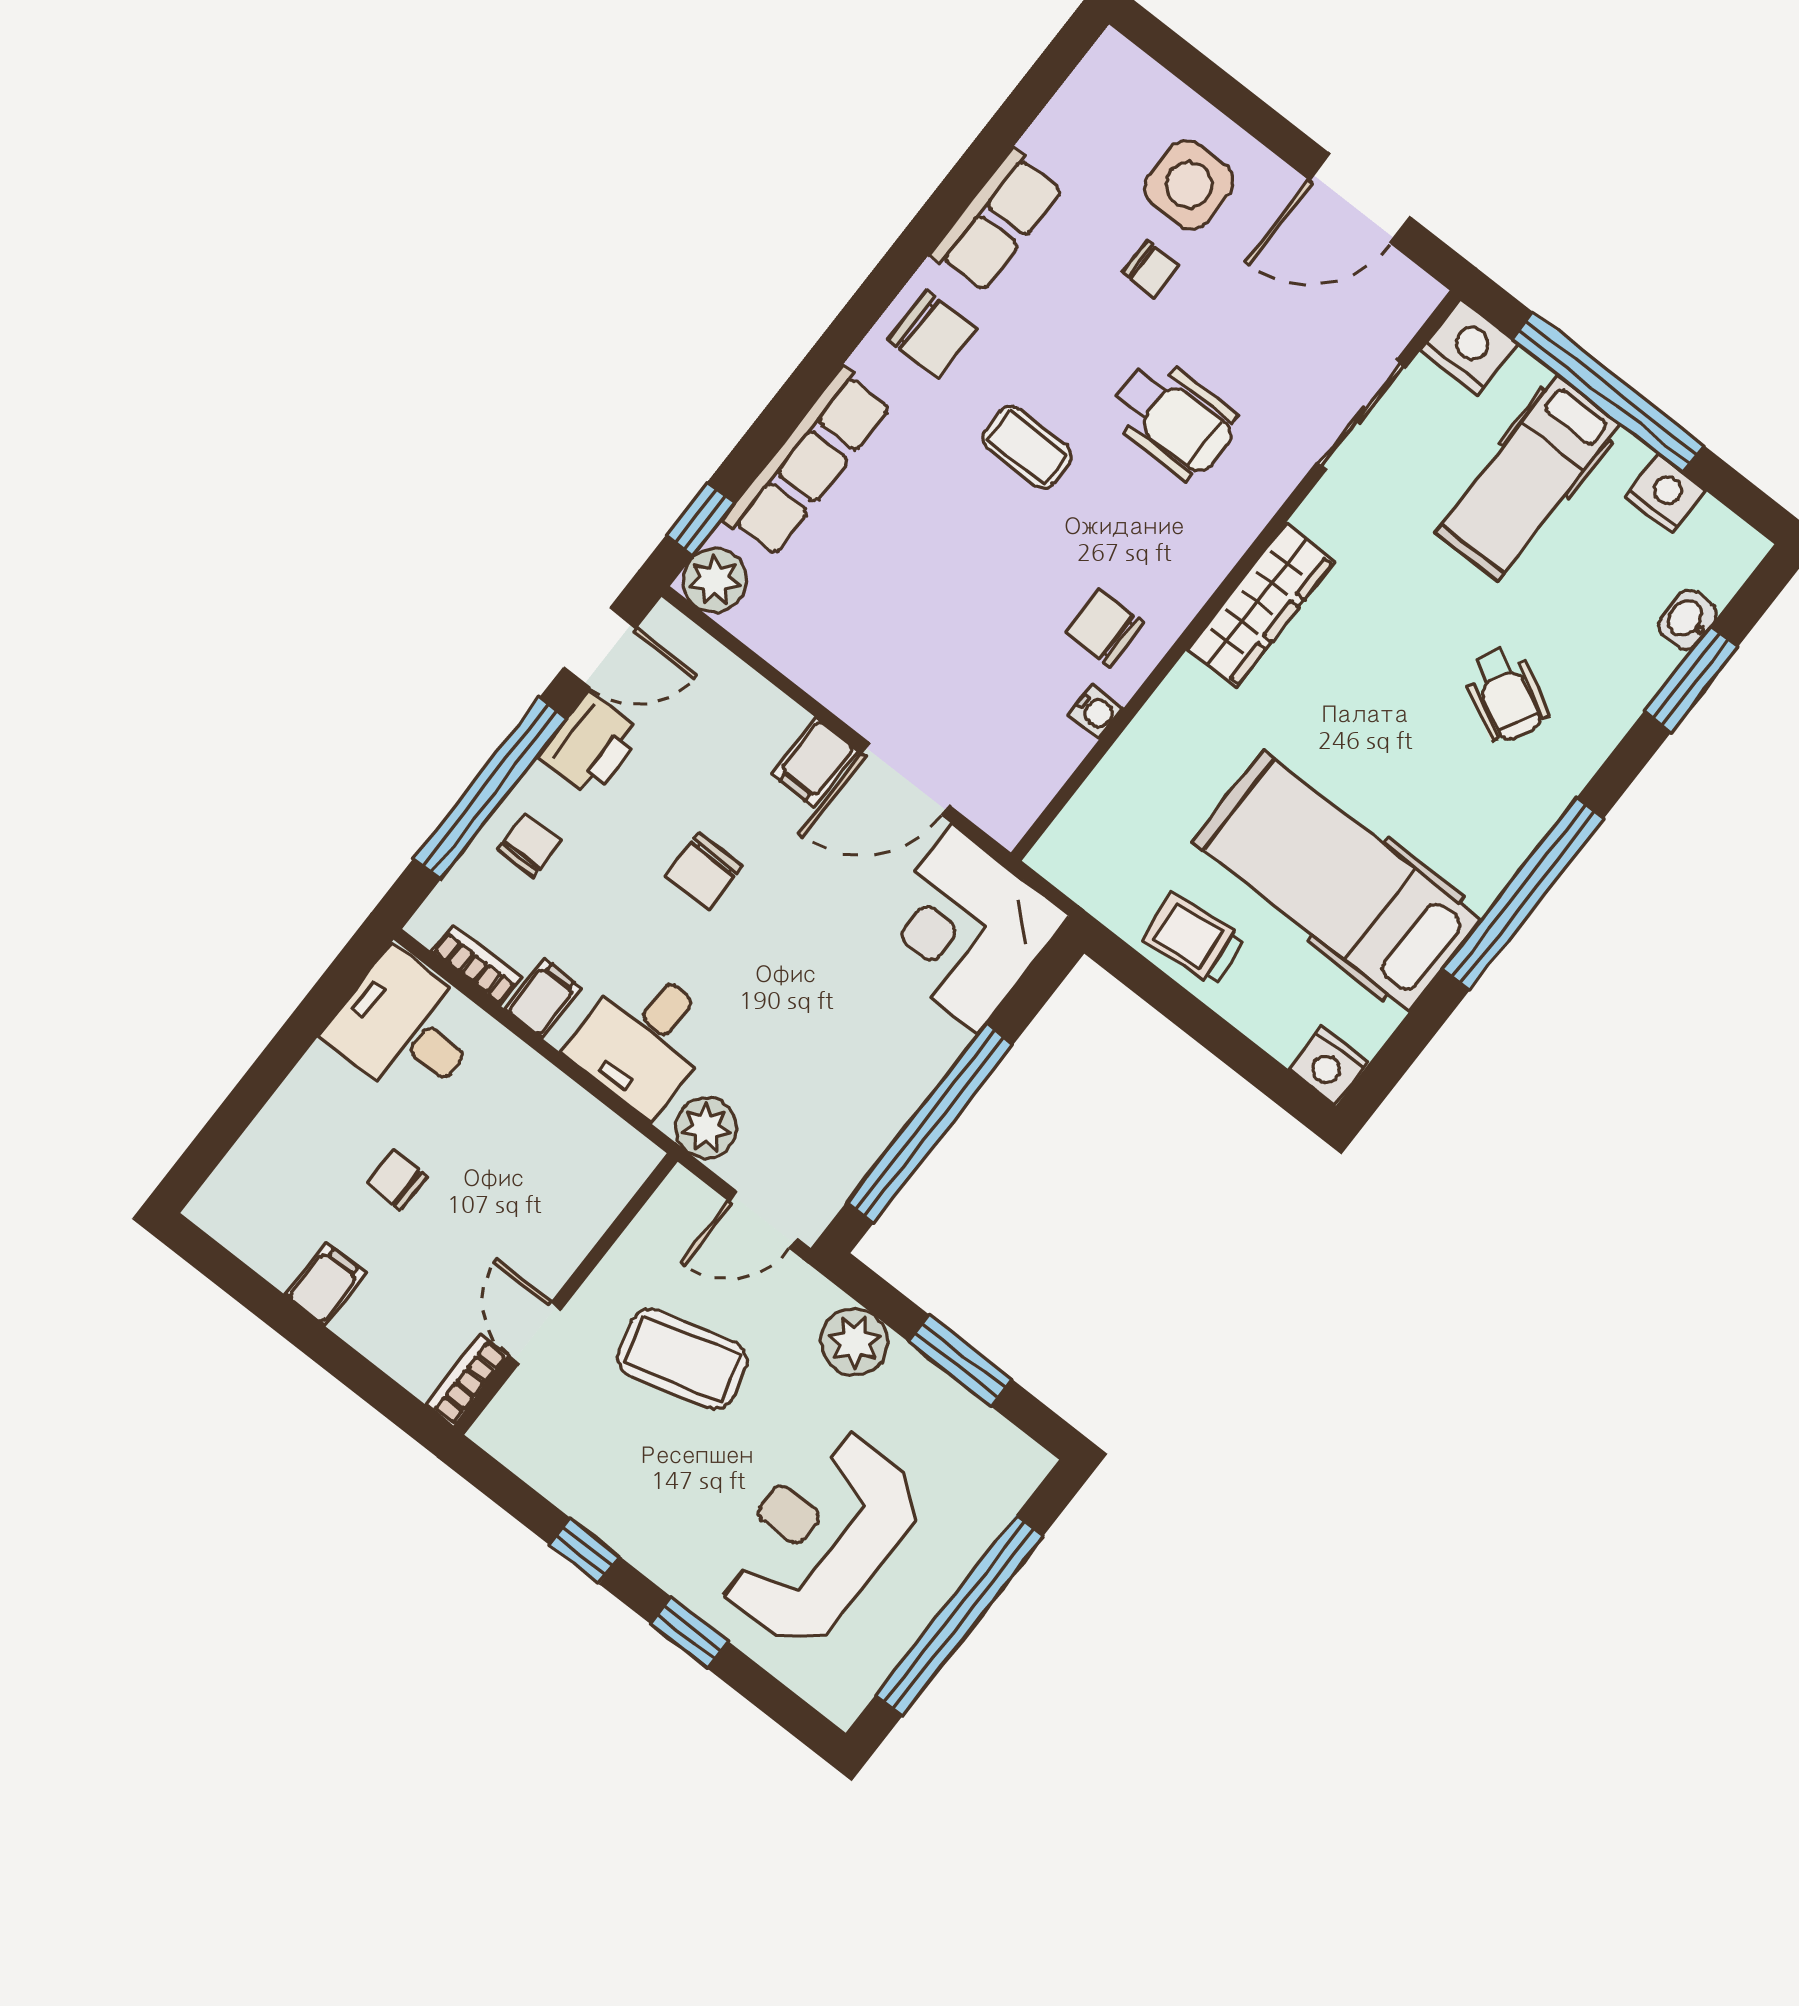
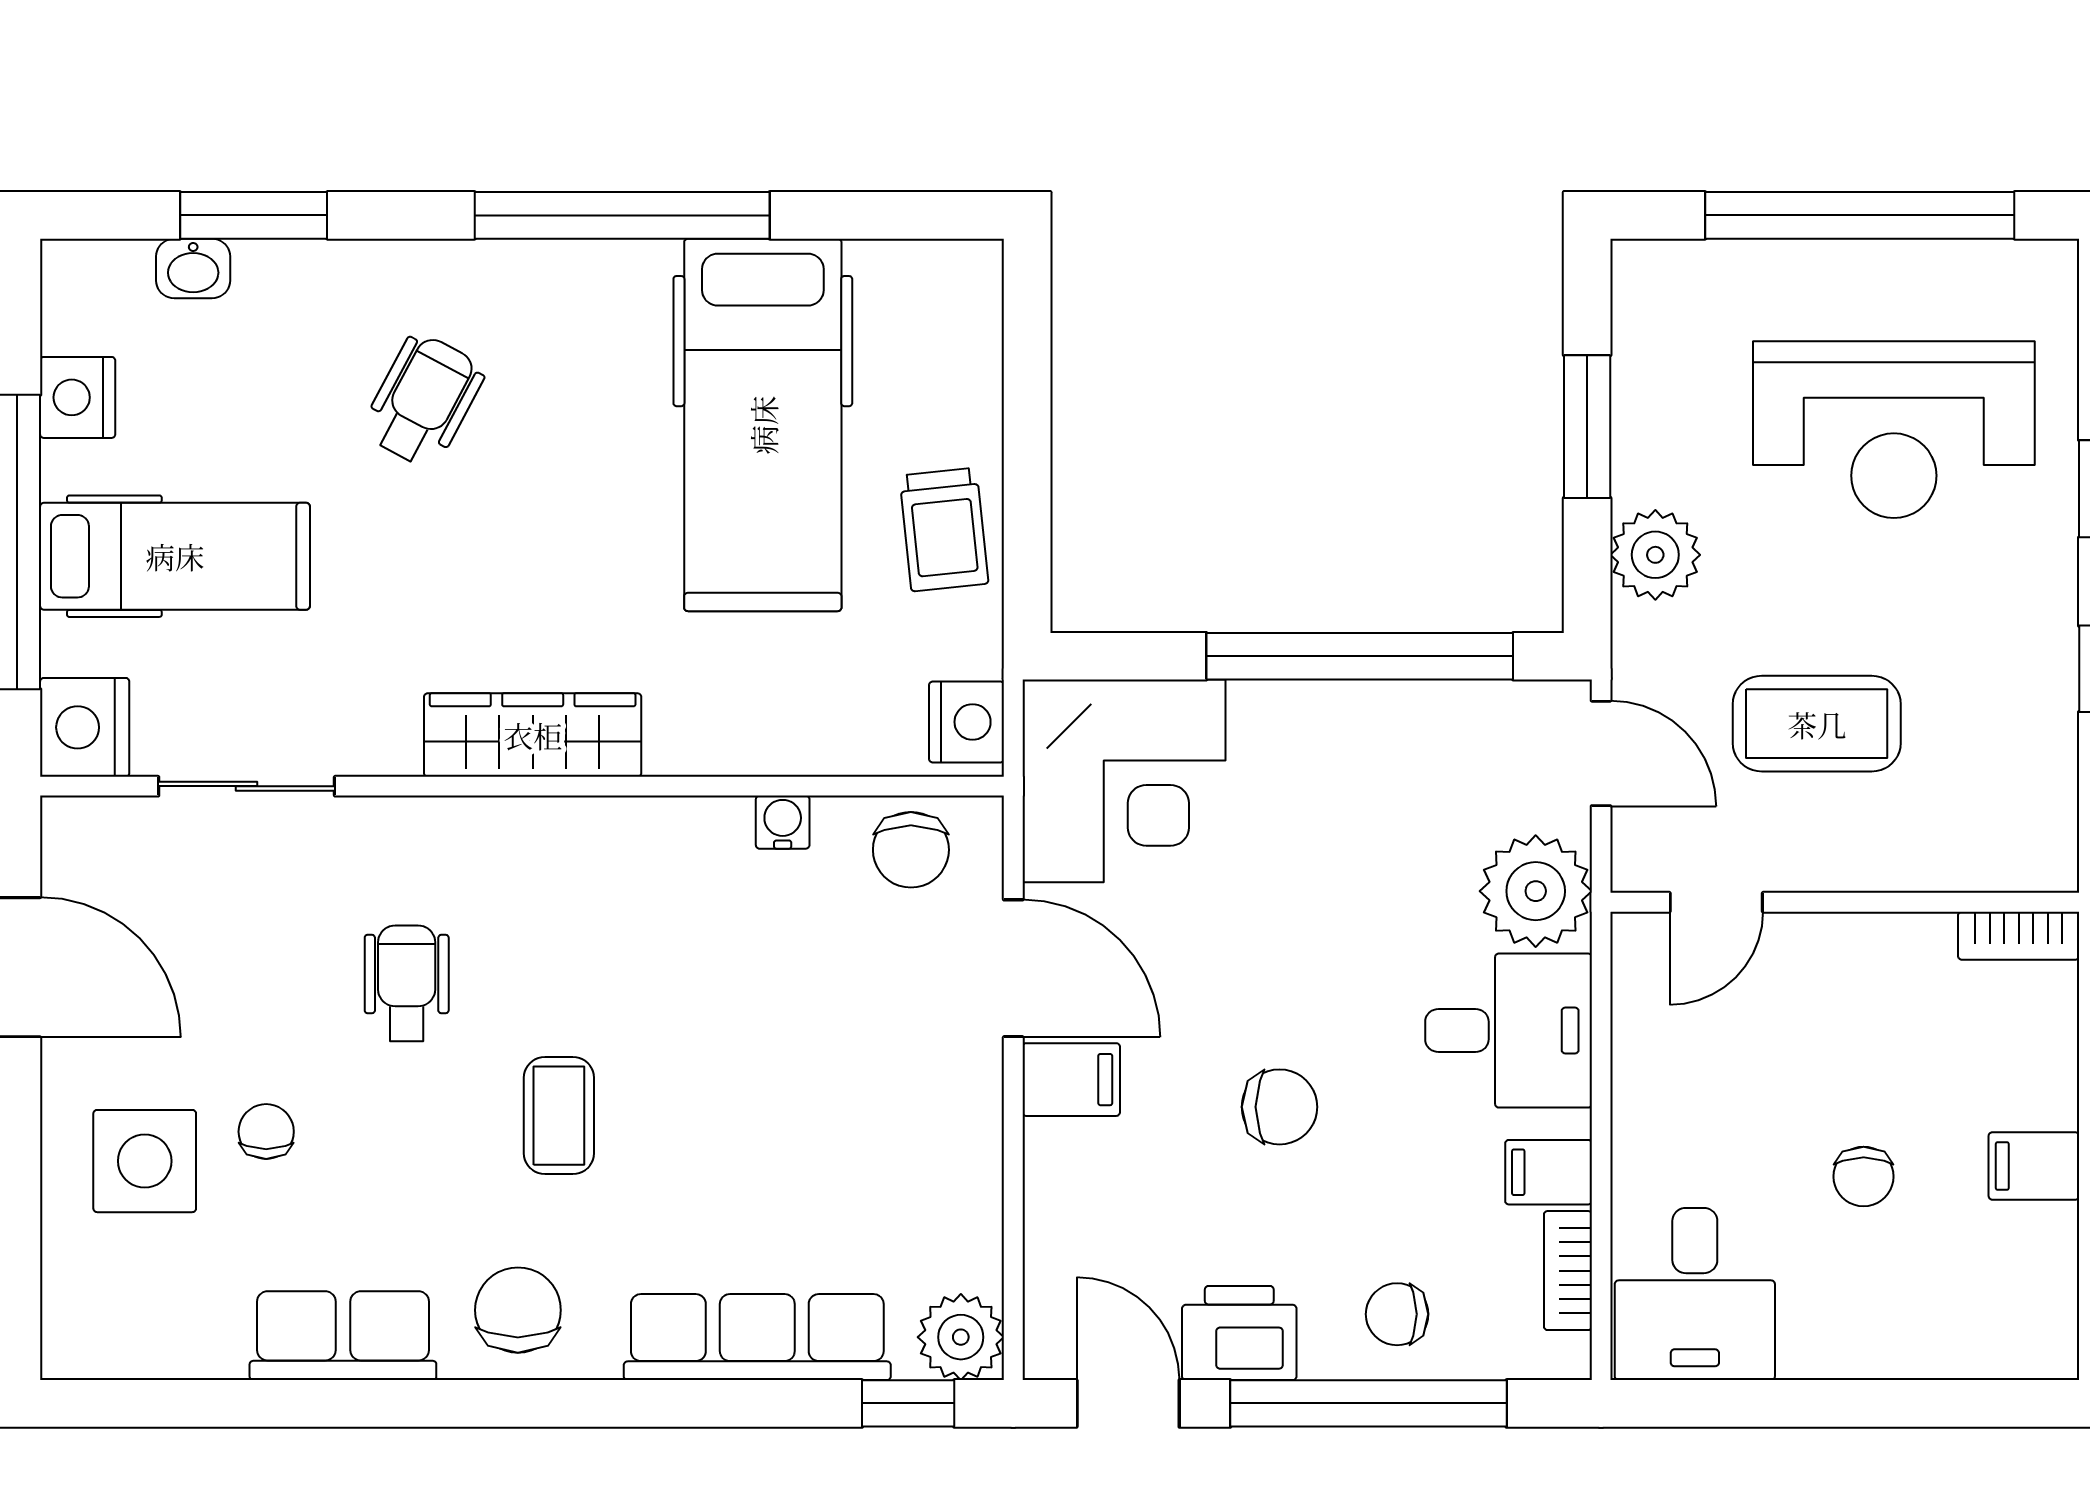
wheelchair: (1173, 419) -> (407, 983), width x0.73, depth x0.73
chair: (1105, 628) -> (911, 850), moved
nightstand: (1329, 1066) -> (967, 722), moved
plant: (706, 1128) -> (1536, 891), width x1.36, depth x1.36
door: (535, 1333) -> (1716, 902), moved
coffee table: (682, 1359) -> (1817, 724), turned -74

